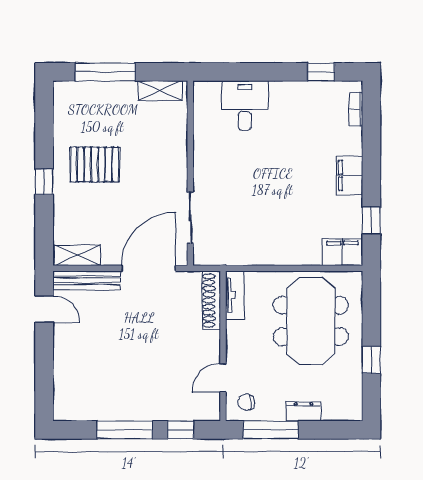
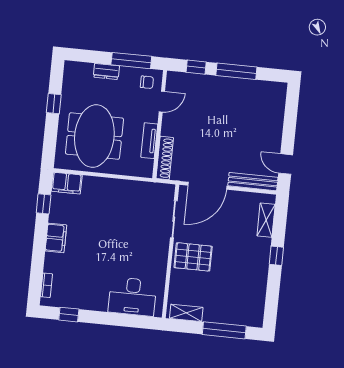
desk: (245, 106) -> (132, 297), width x1.37
pallet: (95, 164) -> (193, 257), moved
shelving: (78, 255) -> (266, 220), moved, turned 90
tv unit: (235, 295) -> (149, 141), moved

